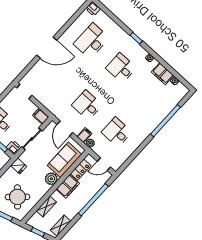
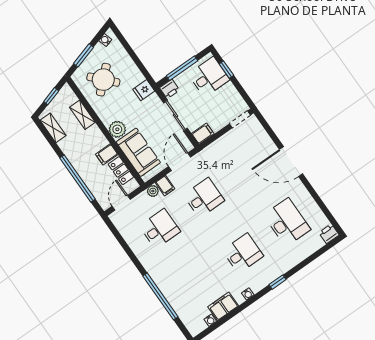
door: (47, 48) -> (291, 162), hinge flipped
door: (65, 128) -> (180, 162), hinge flipped
filing cabinet: (68, 186) -> (107, 154), width x0.50

